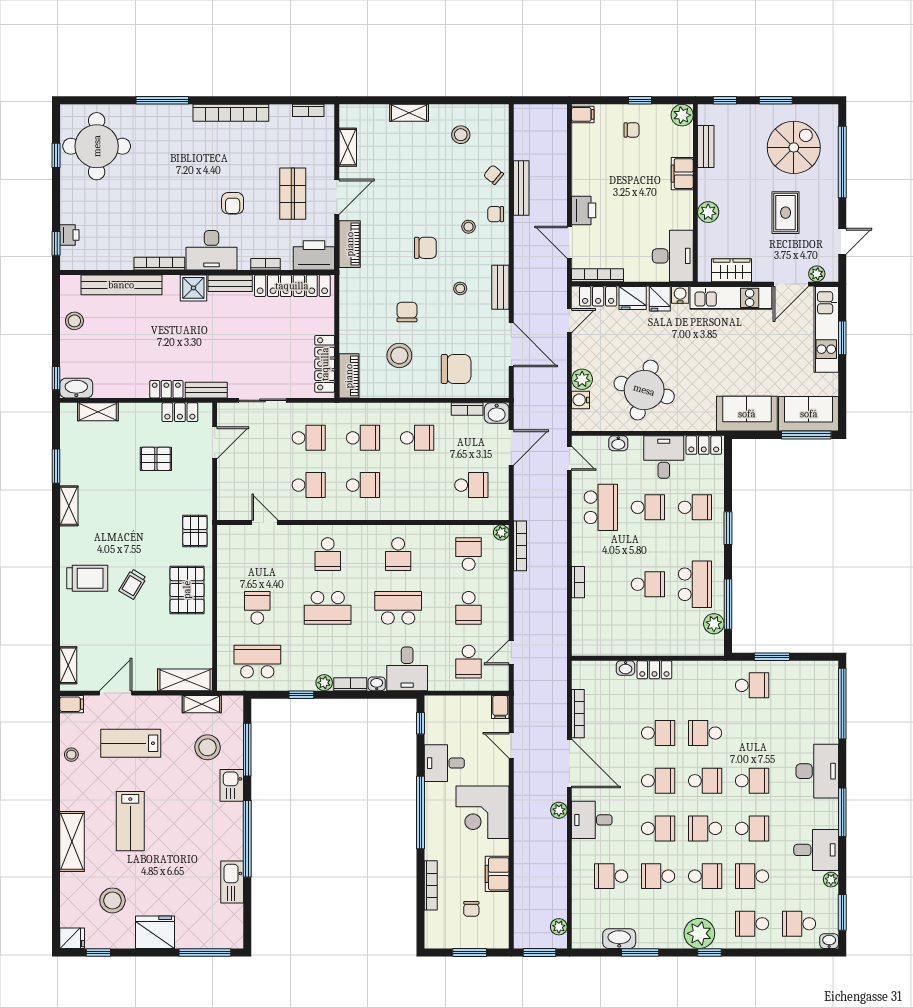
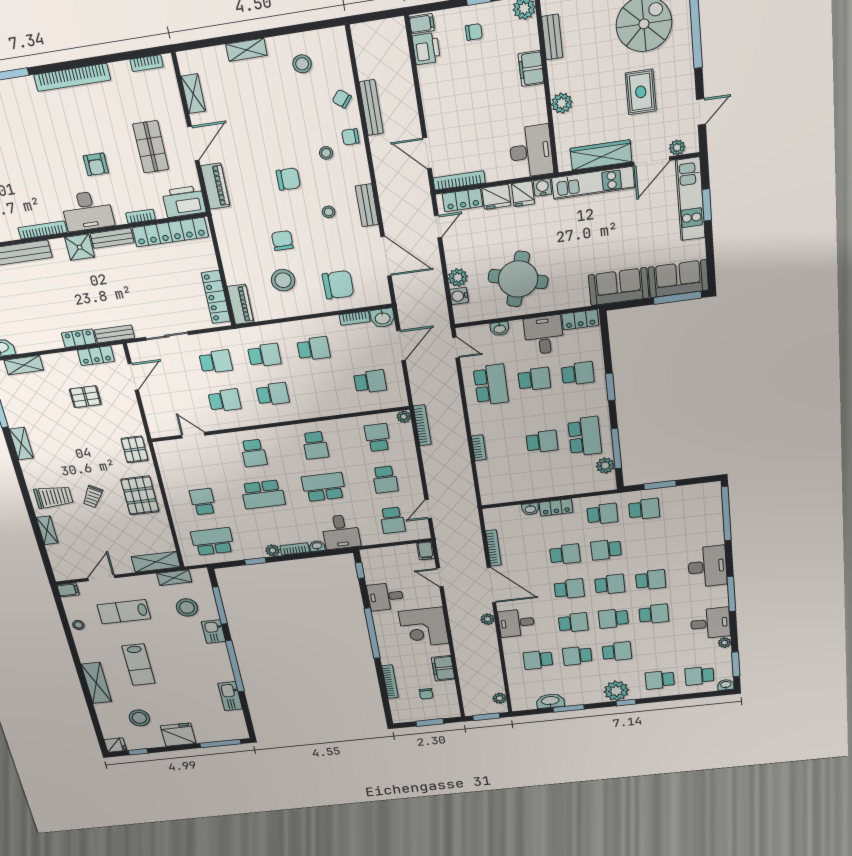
printer: (584, 210) -> (426, 49), moved
wardrobe: (732, 270) -> (601, 155), width x1.50
shelving: (68, 665) -> (47, 530), moved
school desk: (752, 876) -> (602, 514), moved, turned 180

